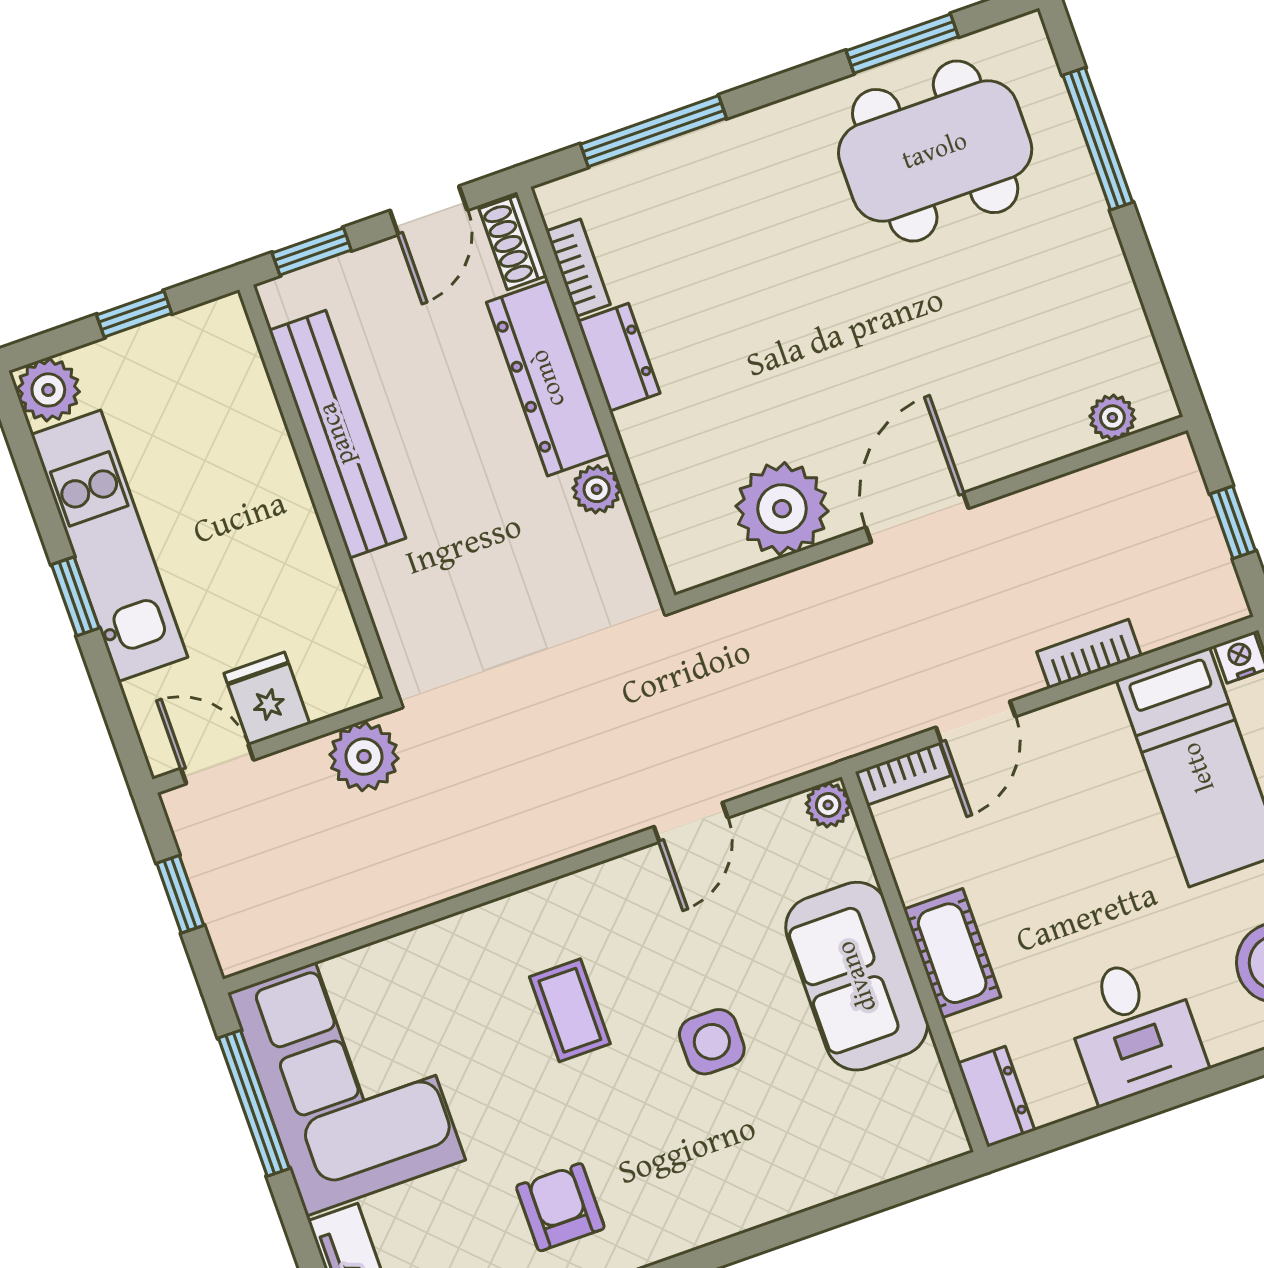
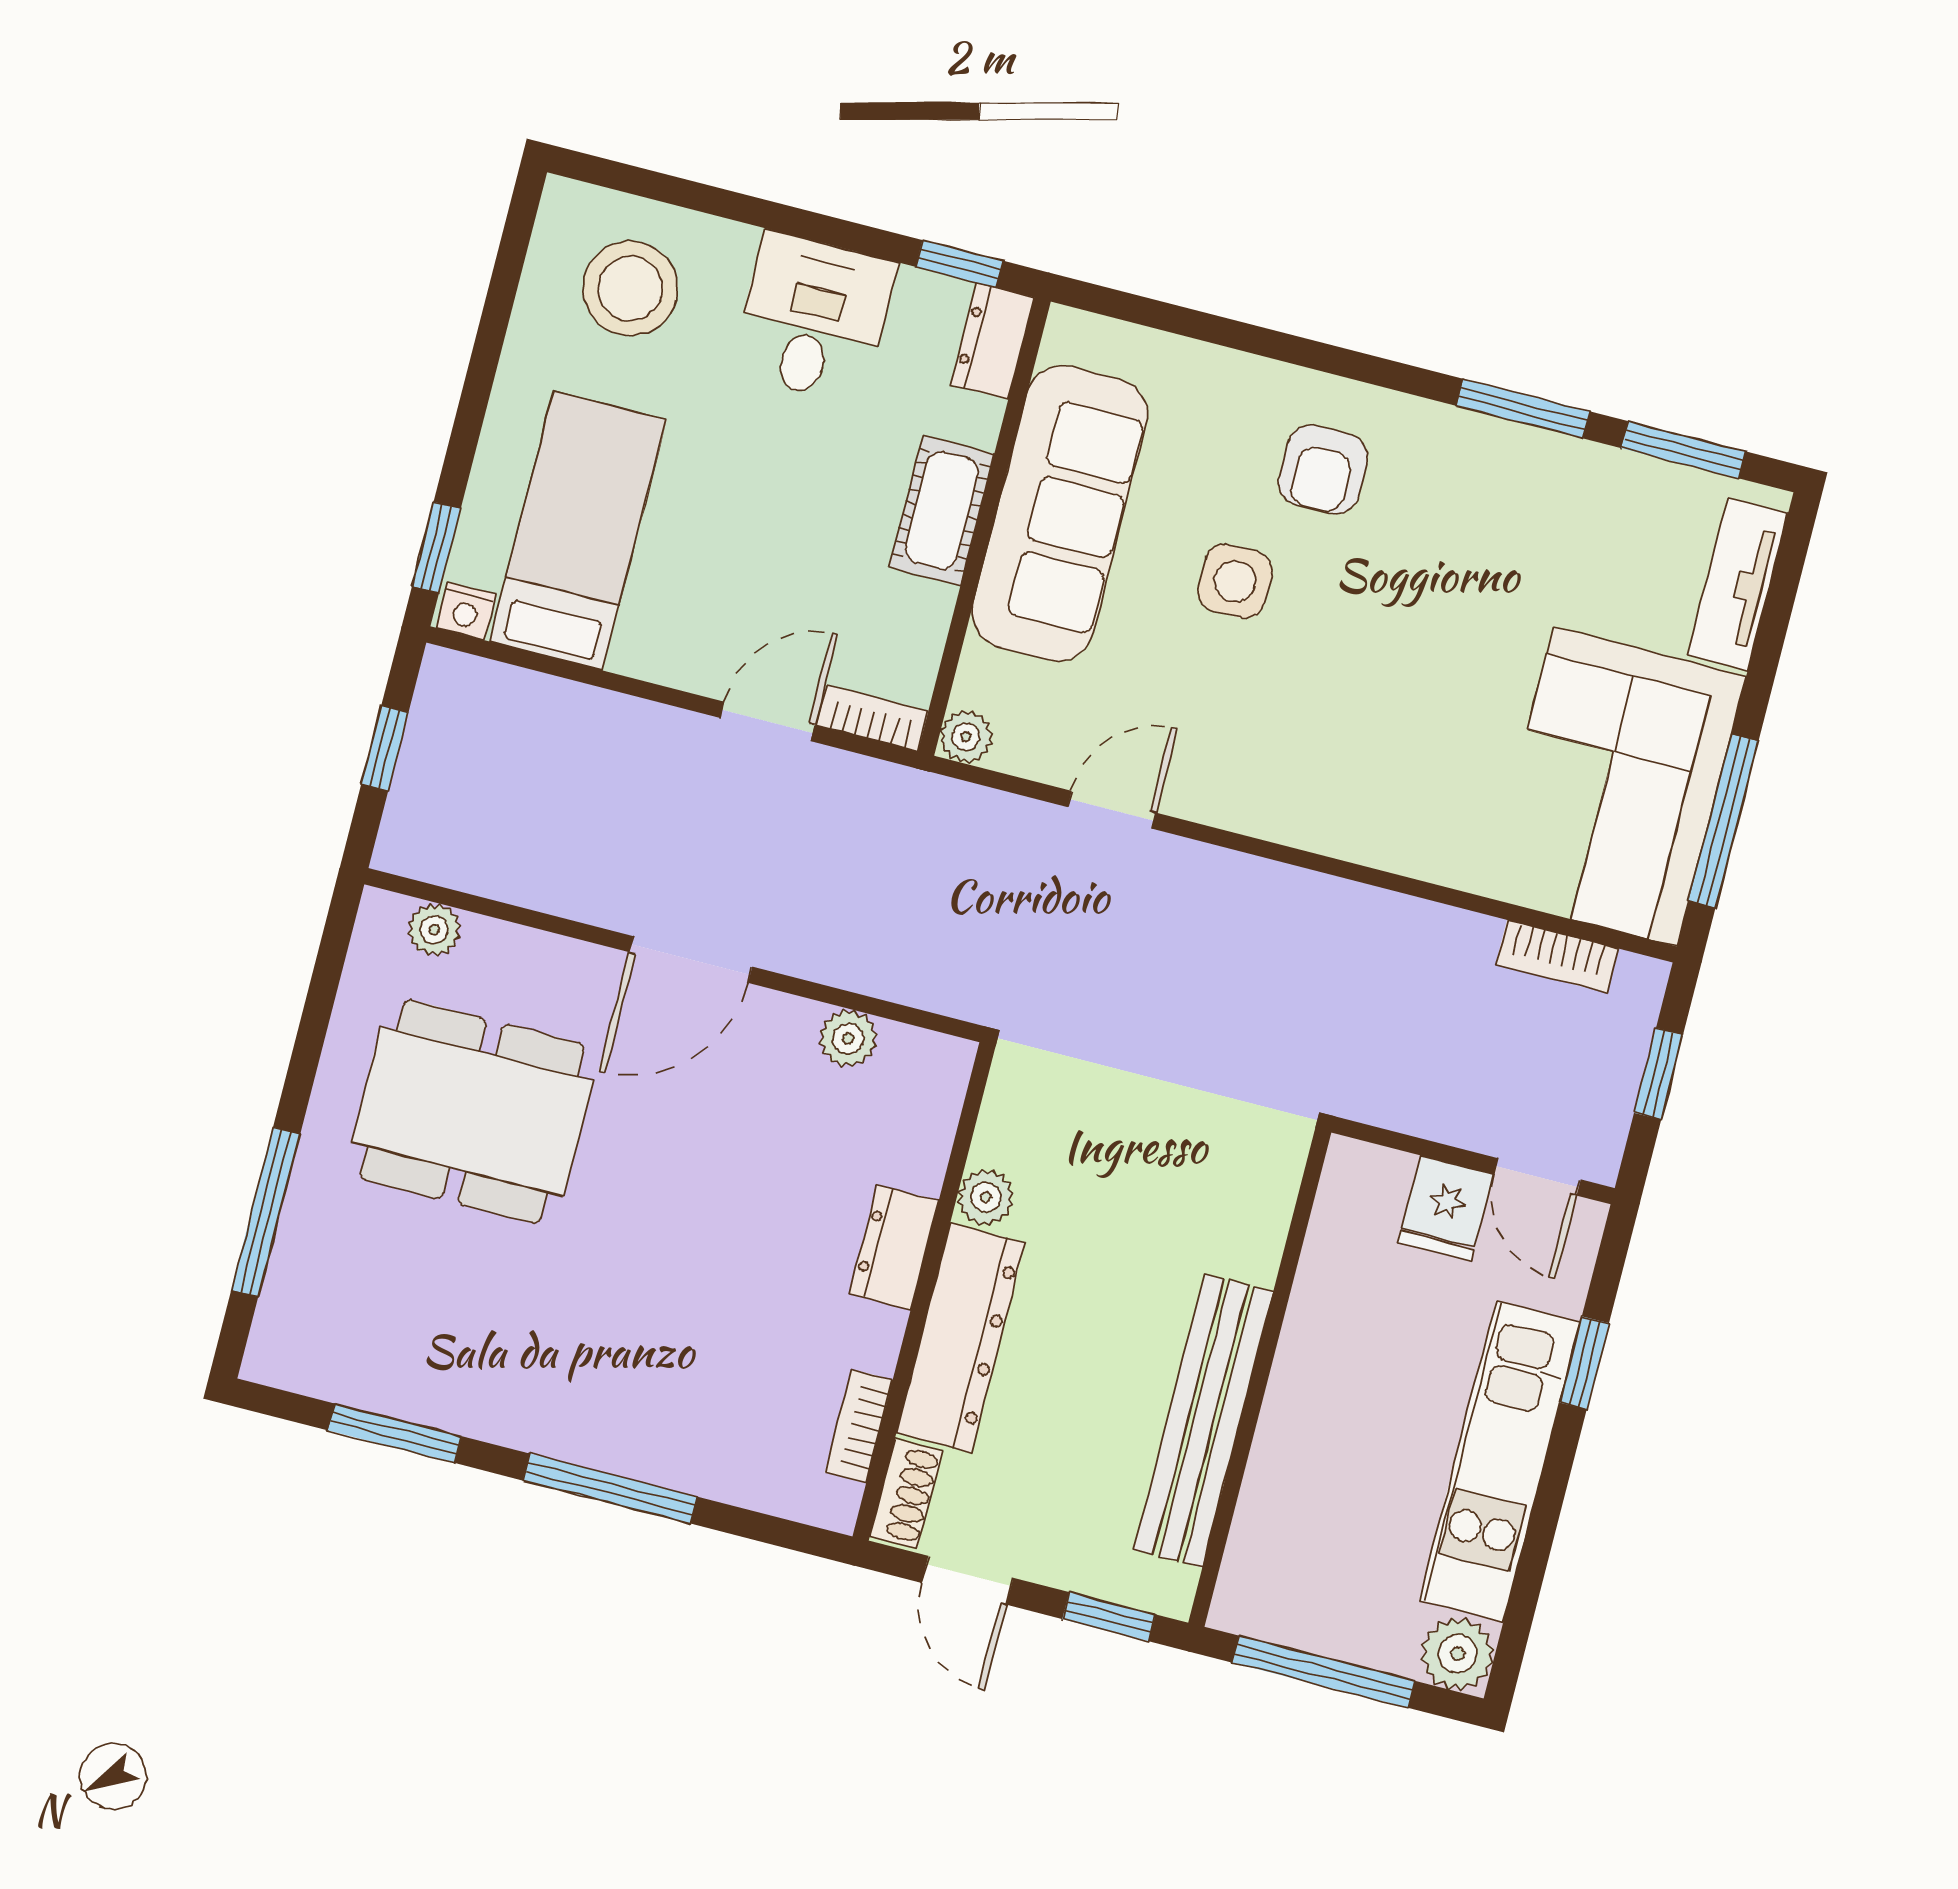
window: (653, 131) -> (610, 1489), moved
dining table: (935, 151) -> (472, 1112), moved
door: (429, 210) -> (967, 1580), swing flipped
window: (134, 314) -> (1324, 1672), width x2.17
dresser: (619, 357) -> (894, 1247), moved
plant: (782, 509) -> (848, 1039), width x0.53, depth x0.53
window: (75, 596) -> (1584, 1363), moved
bookcase: (1089, 654) -> (1557, 956), moved
plant: (364, 757) -> (1389, 1088), removed
sofa: (857, 976) -> (1060, 513), width x1.36
coffee table: (570, 1010) -> (1353, 705), removed
window: (1056, 1135) -> (959, 264), added
armchair: (560, 1207) -> (1323, 470), moved

